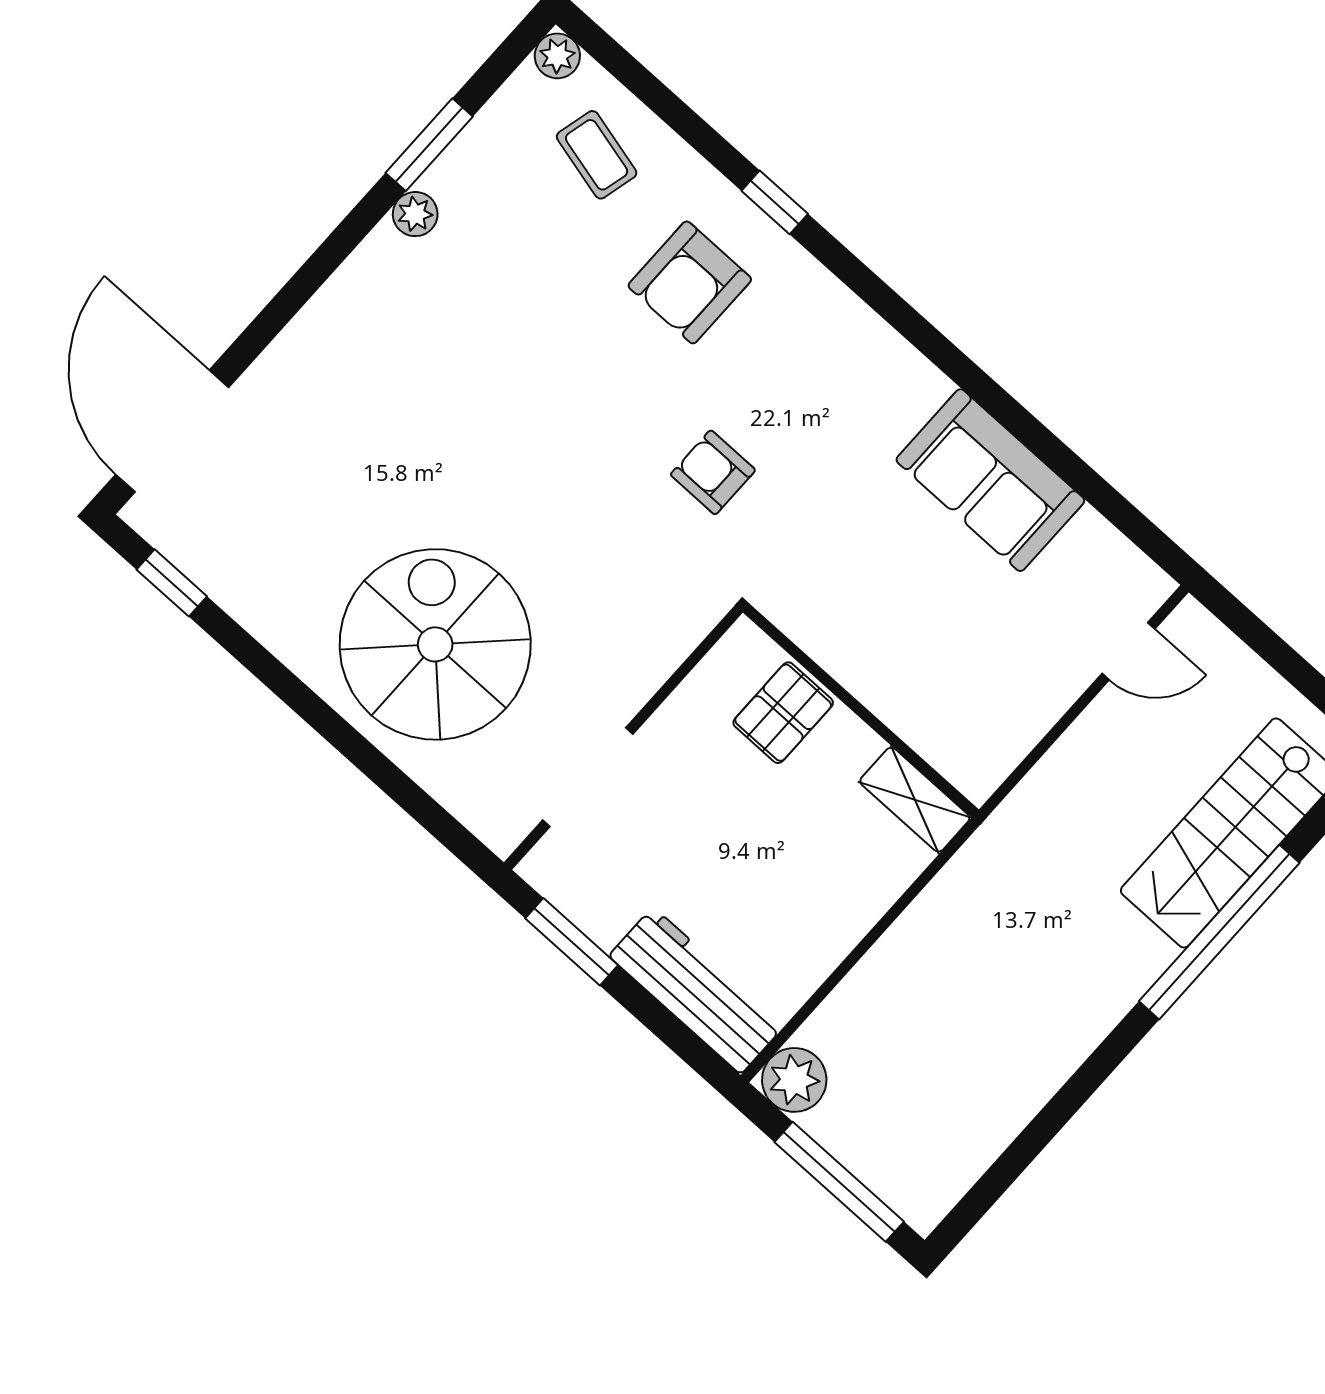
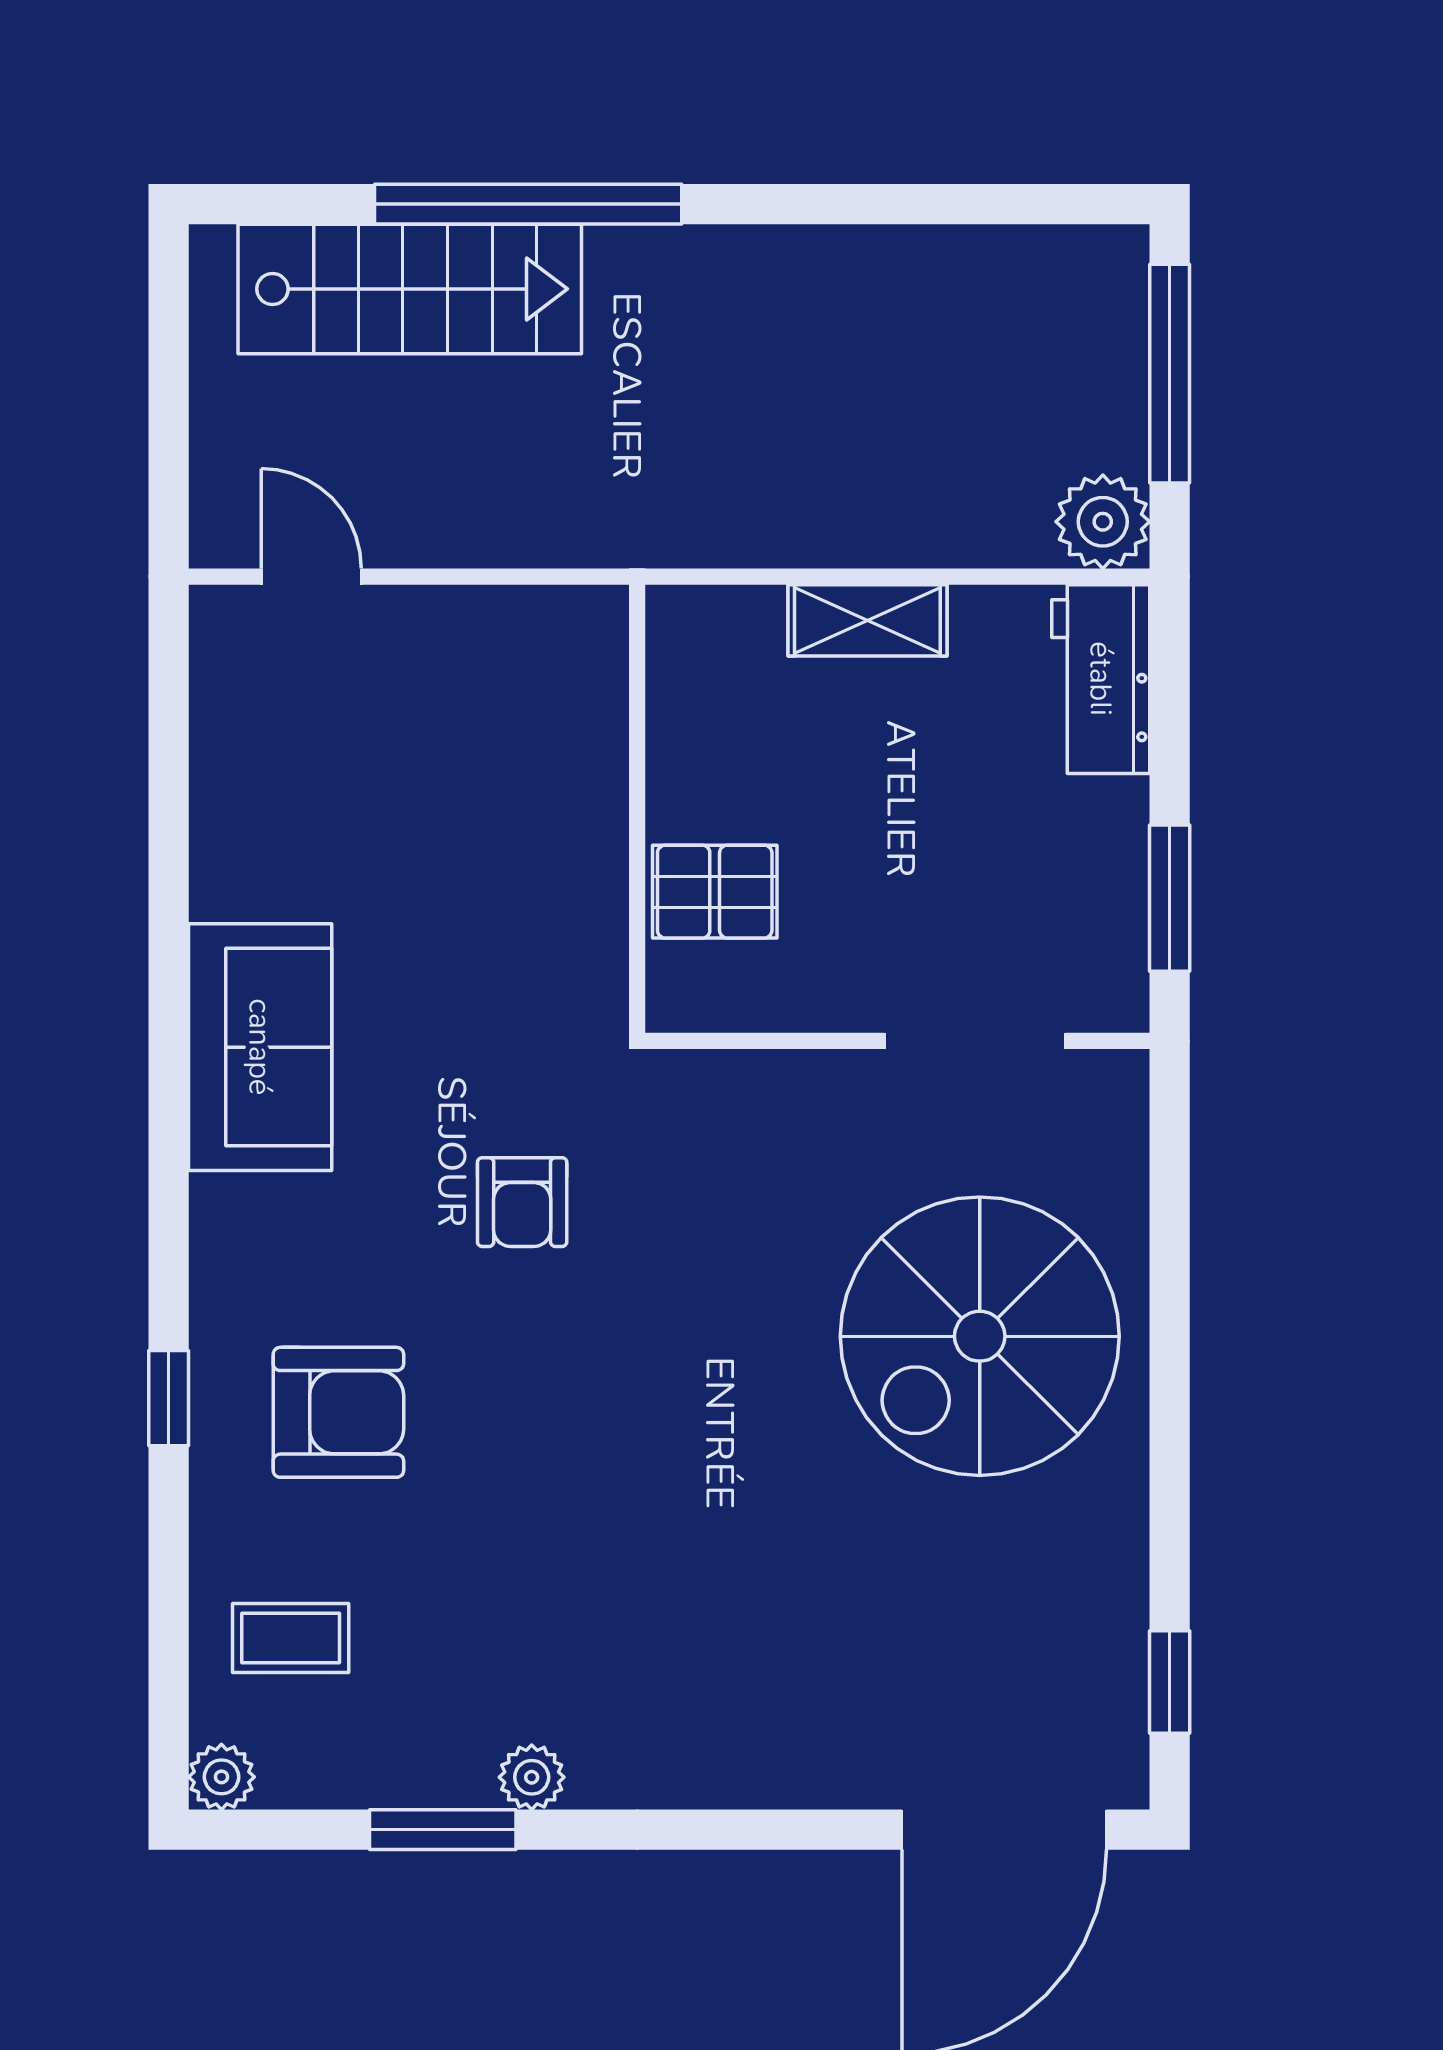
coffee table: (597, 155) -> (291, 1638), turned 76
sofa: (990, 480) -> (260, 1047), moved
shelving: (915, 800) -> (867, 620), moved, turned 90
workbench: (697, 991) -> (1101, 679), width x0.73

